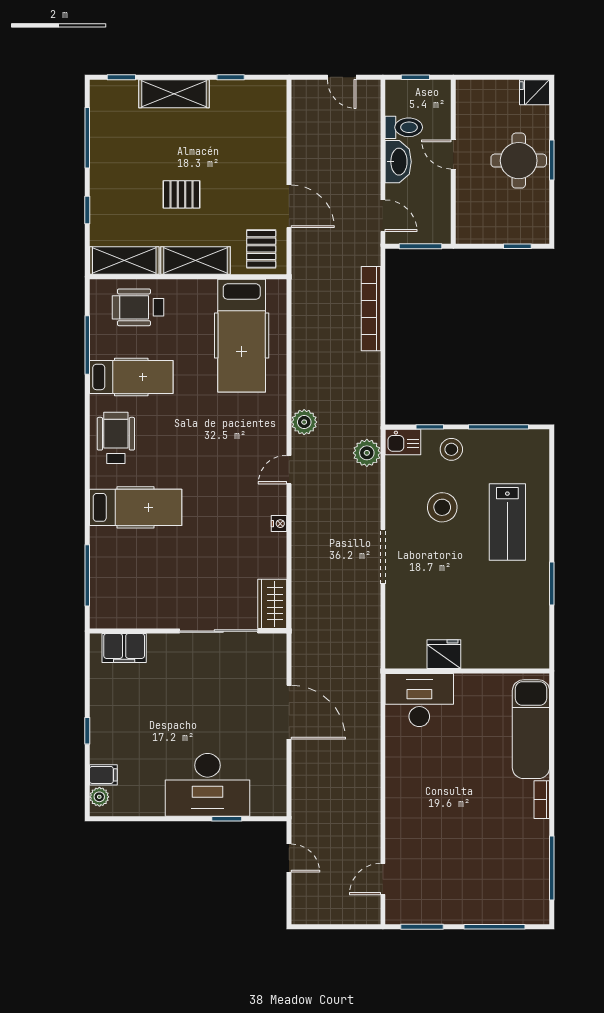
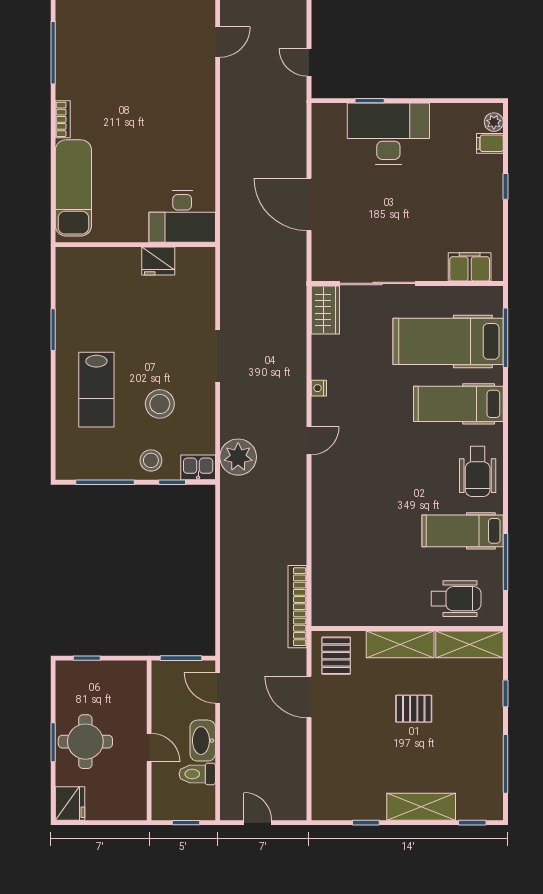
fridge: (535, 92) -> (70, 803), width x1.38
bookcase: (371, 309) -> (297, 607), moved, turned 180
hospital bed: (242, 336) -> (448, 341), moved, turned -90
plant: (304, 422) -> (294, 487), removed
plant: (367, 453) -> (238, 457), width x1.36, depth x1.36
lab bench: (507, 522) -> (96, 390), turned 180

